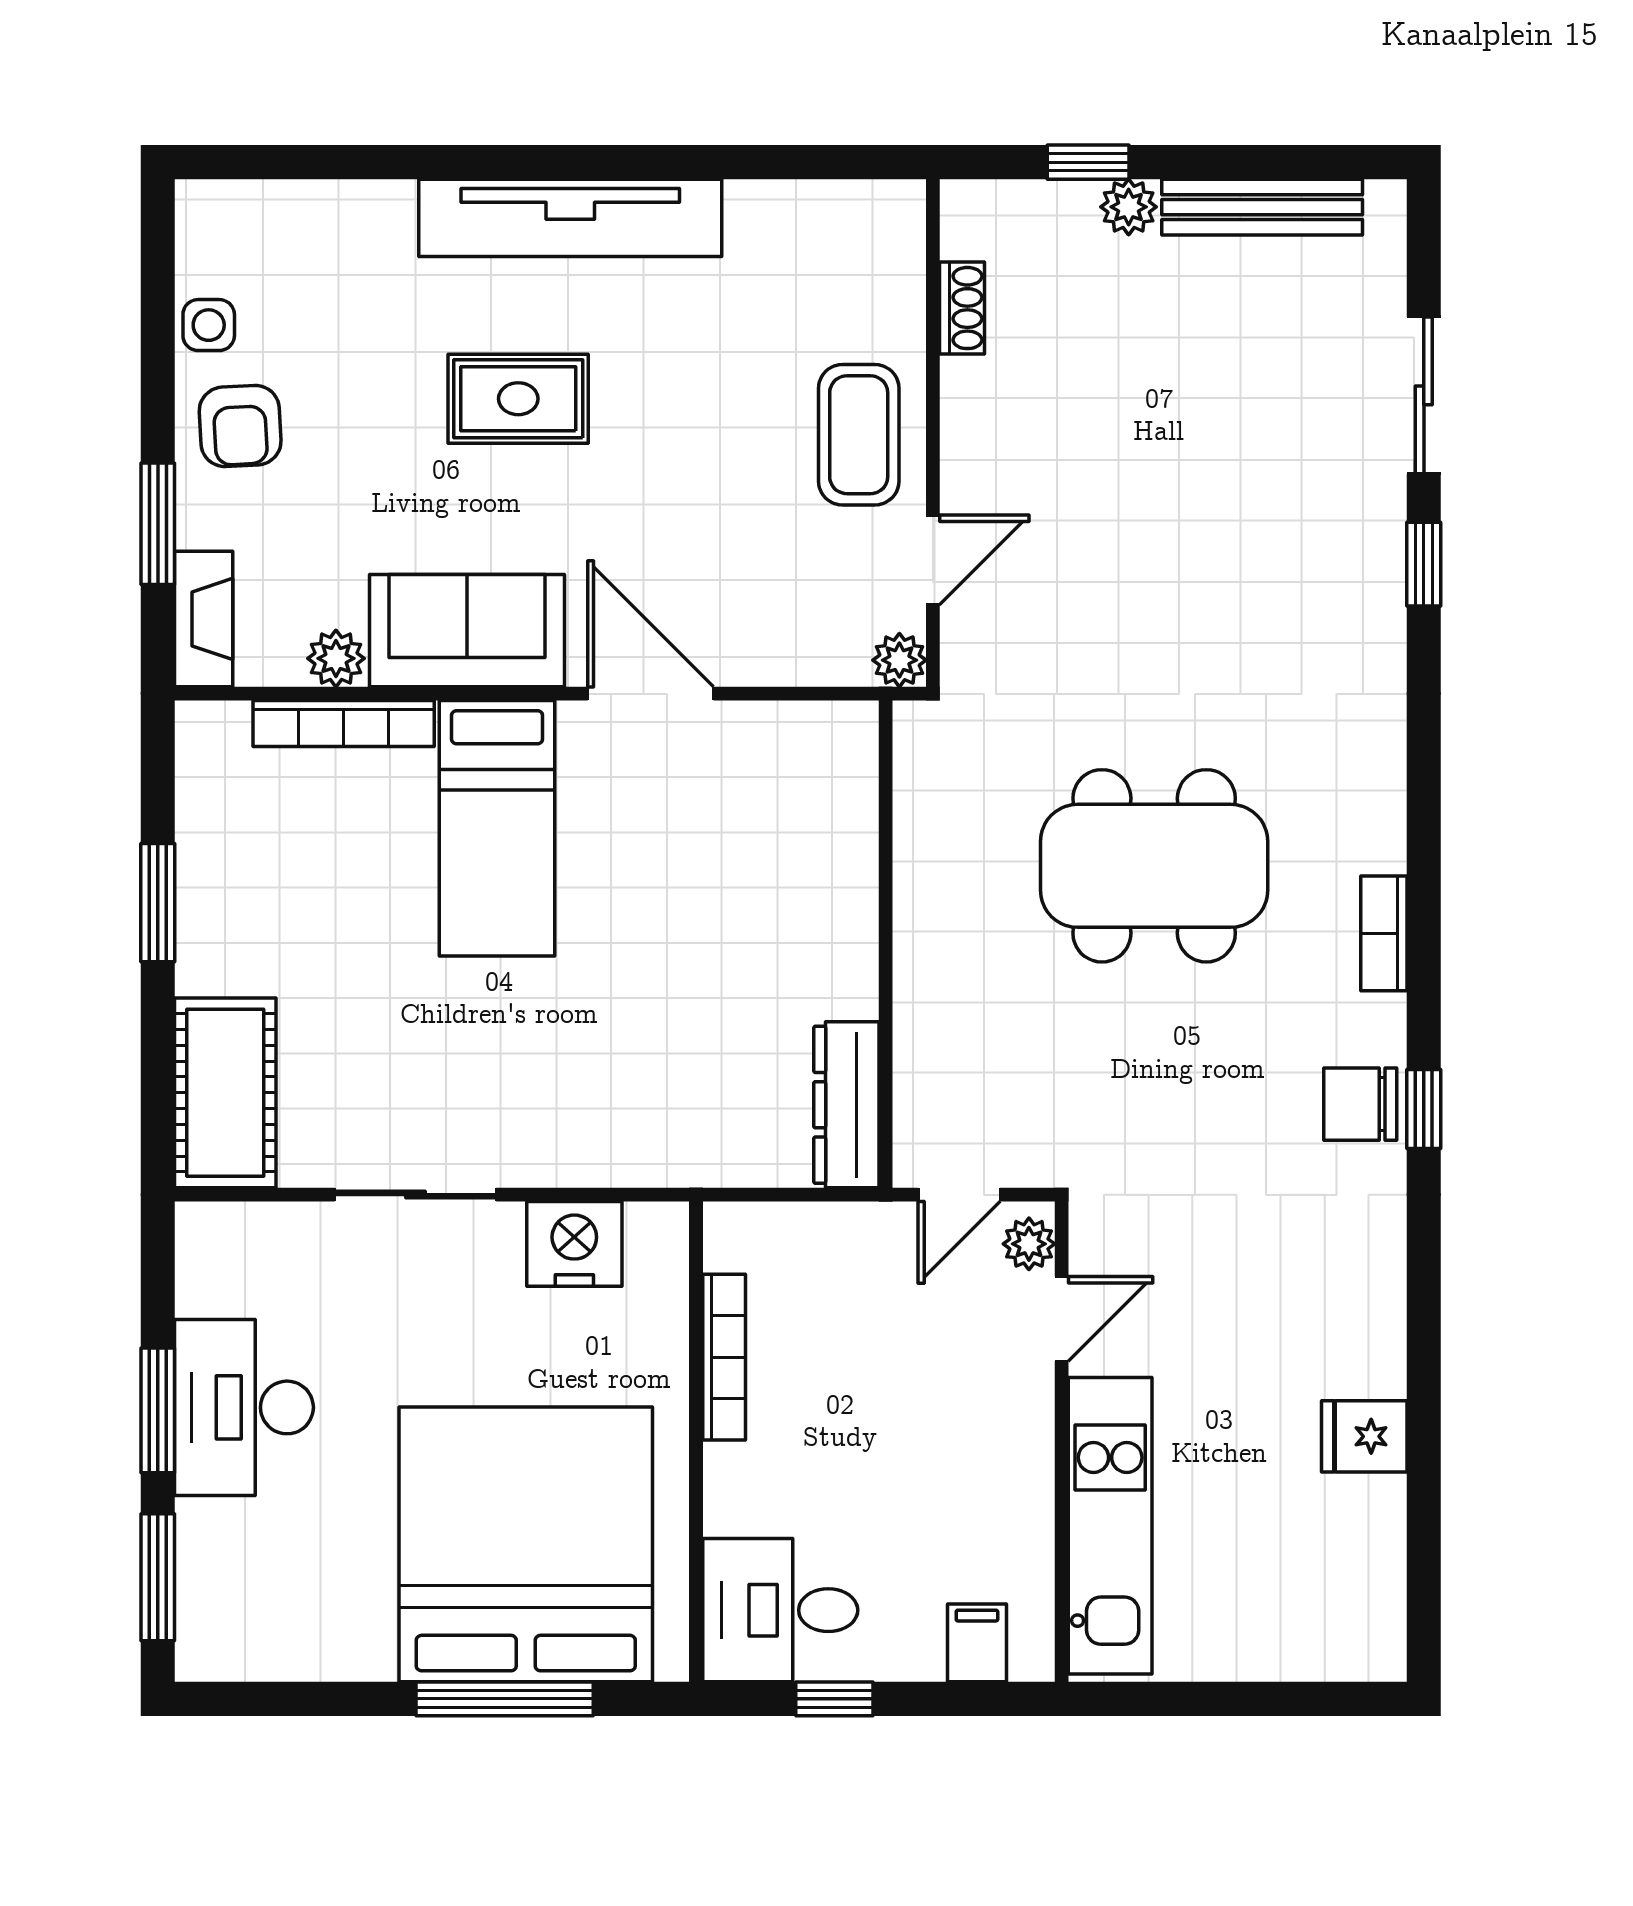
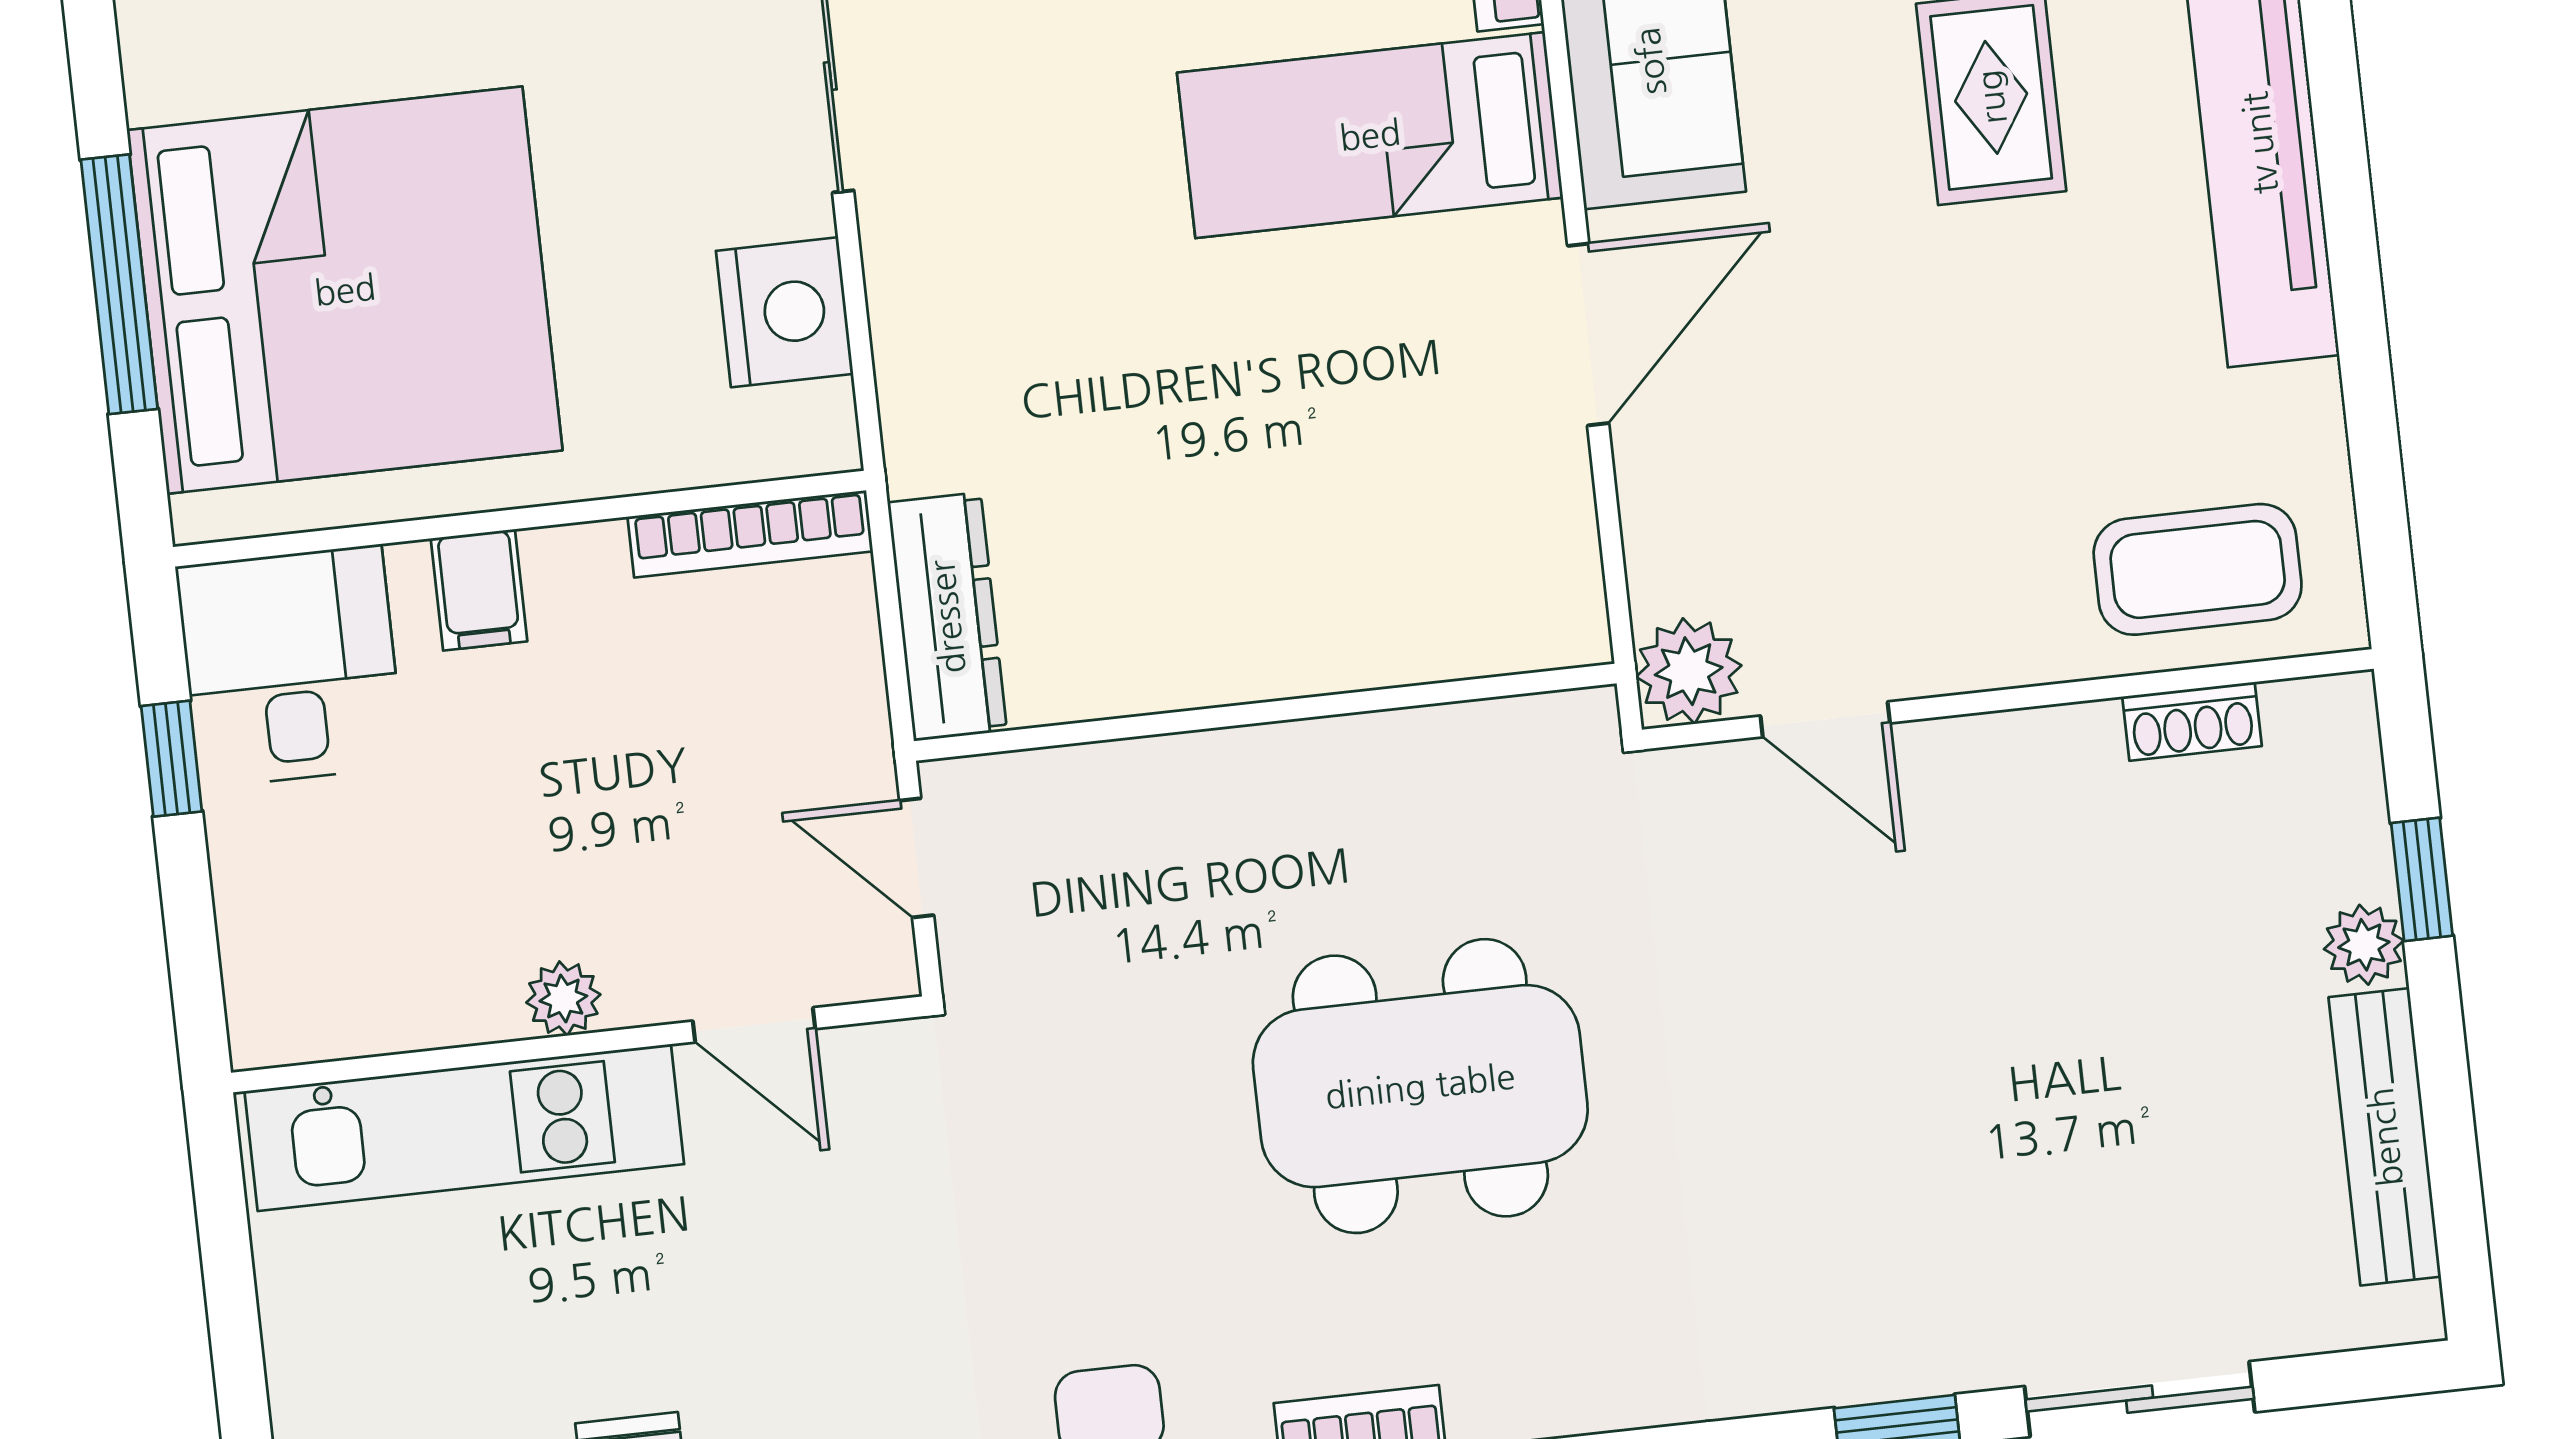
coffee table: (859, 435) -> (2198, 569), moved
plant: (899, 660) -> (1689, 671), width x1.38, depth x1.38
dining table: (1154, 866) -> (1420, 1086), turned 90
dresser: (846, 1105) -> (947, 617), moved, turned 90
plant: (1029, 1244) -> (563, 998), moved
bookcase: (724, 1357) -> (750, 534), moved
filing cabinet: (977, 1643) -> (479, 590), moved, turned 90

